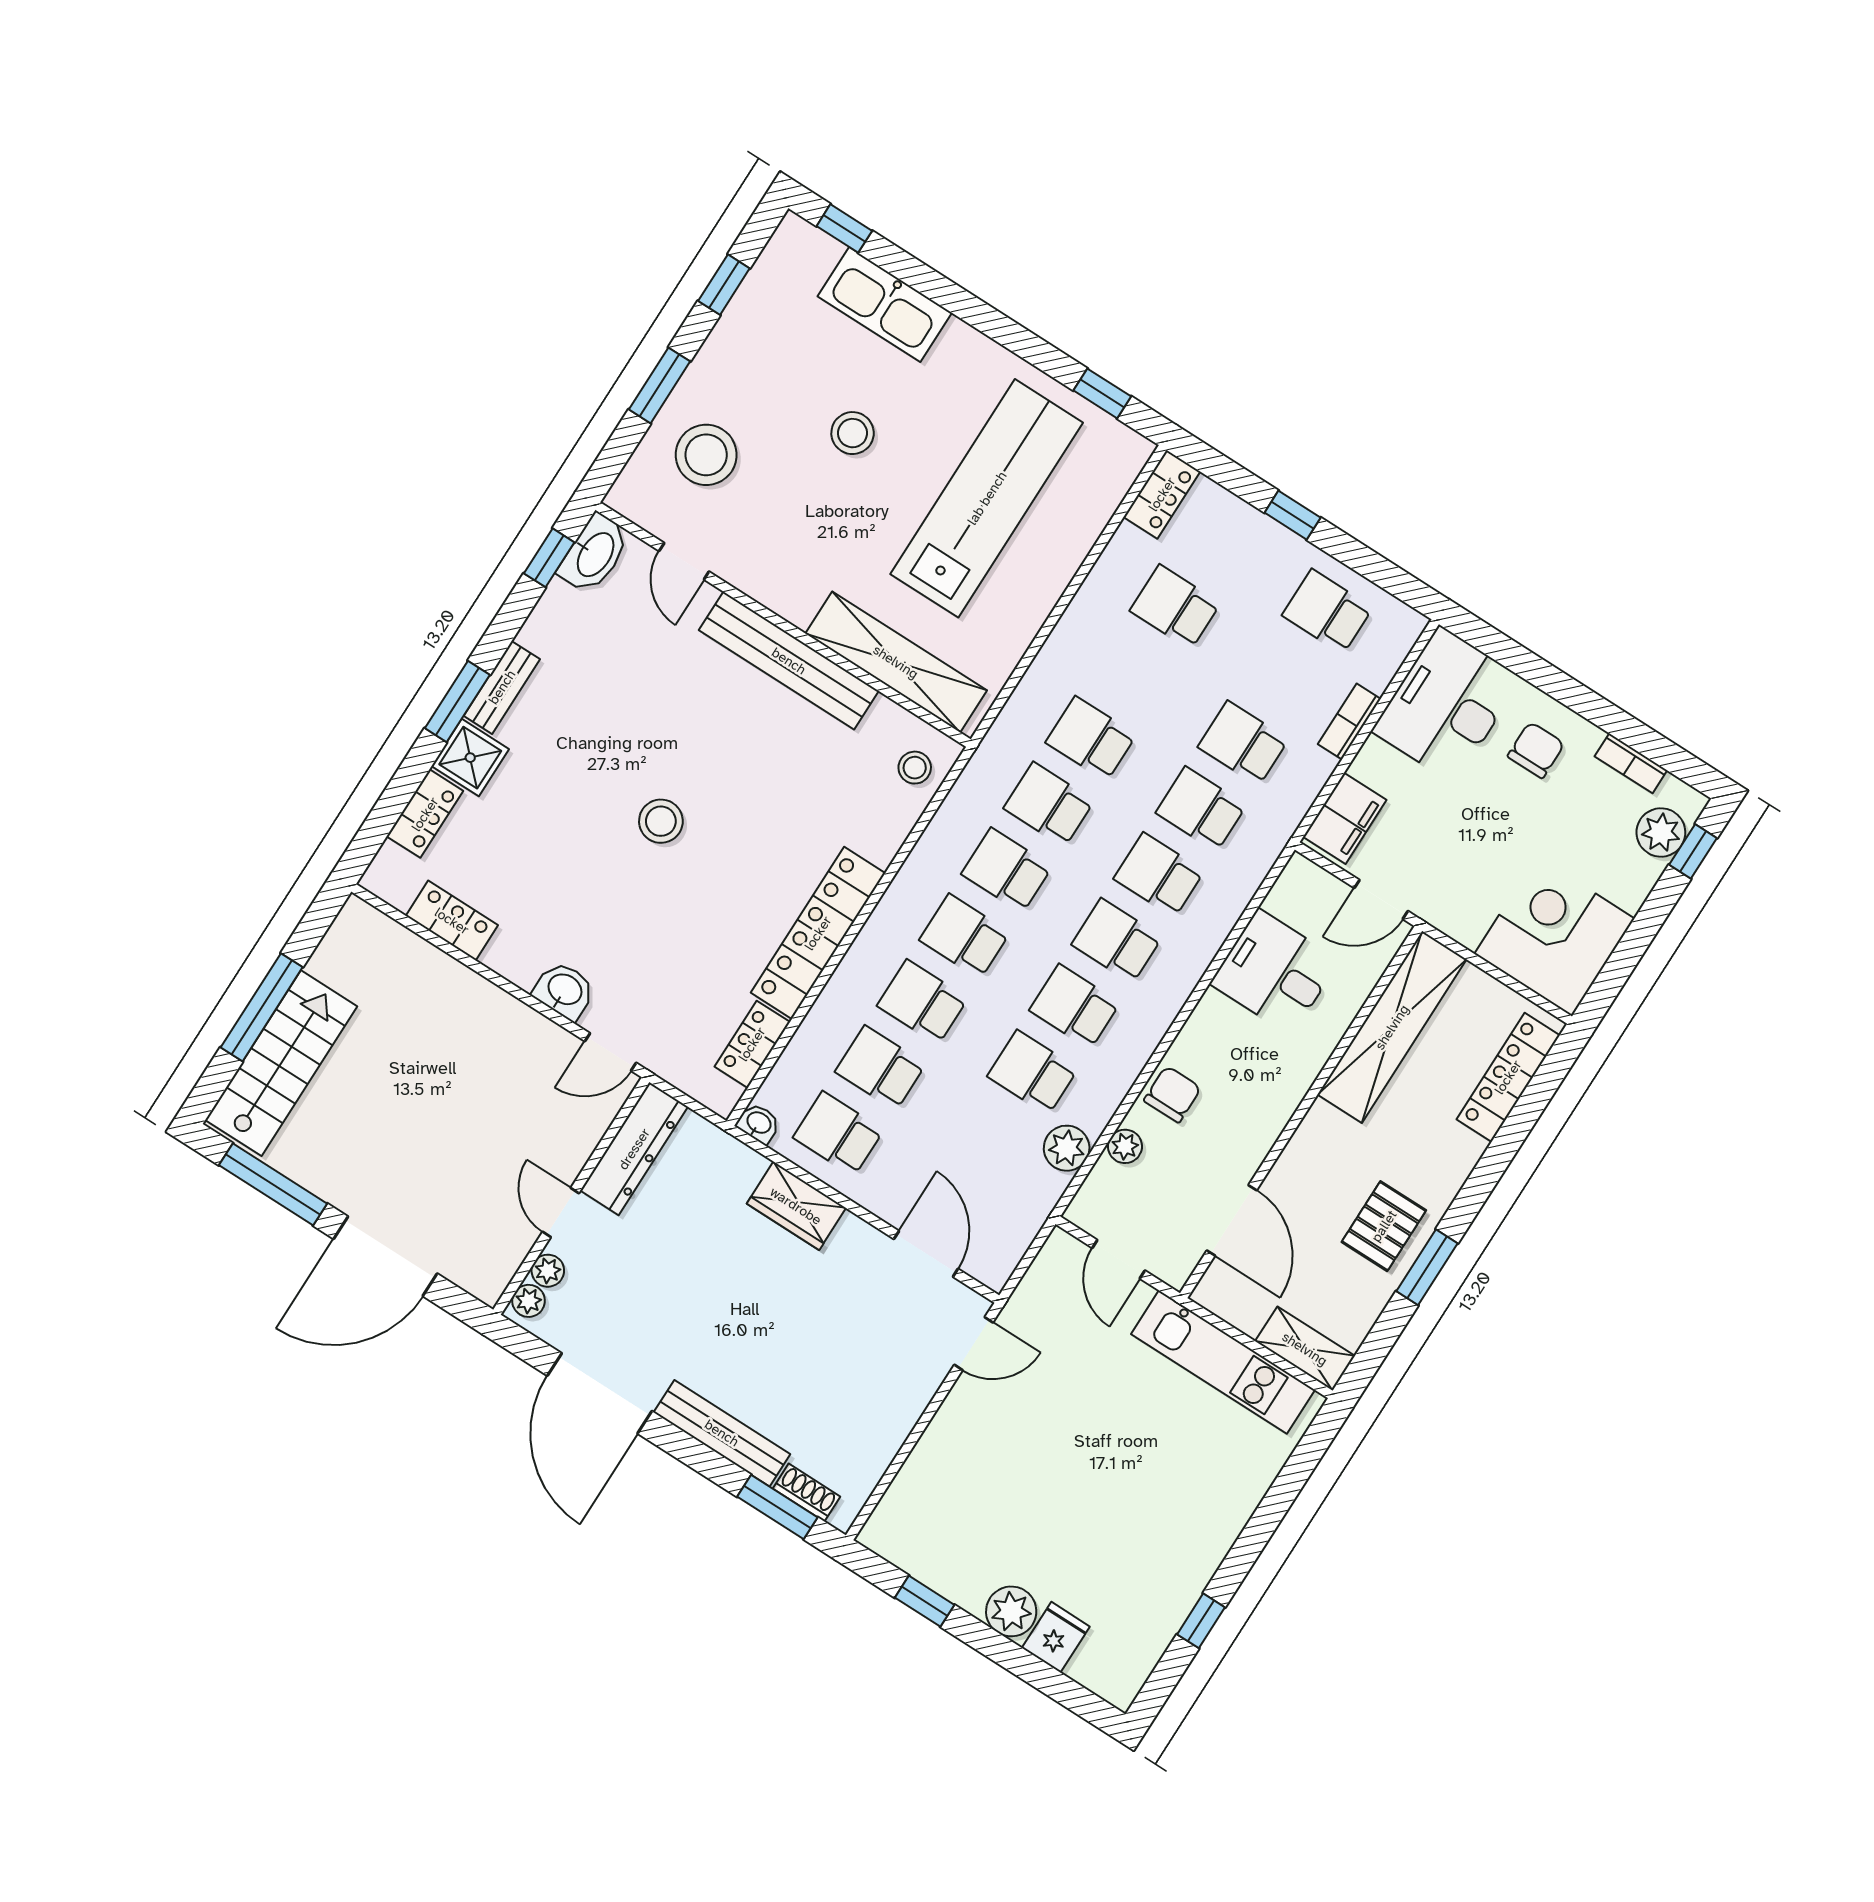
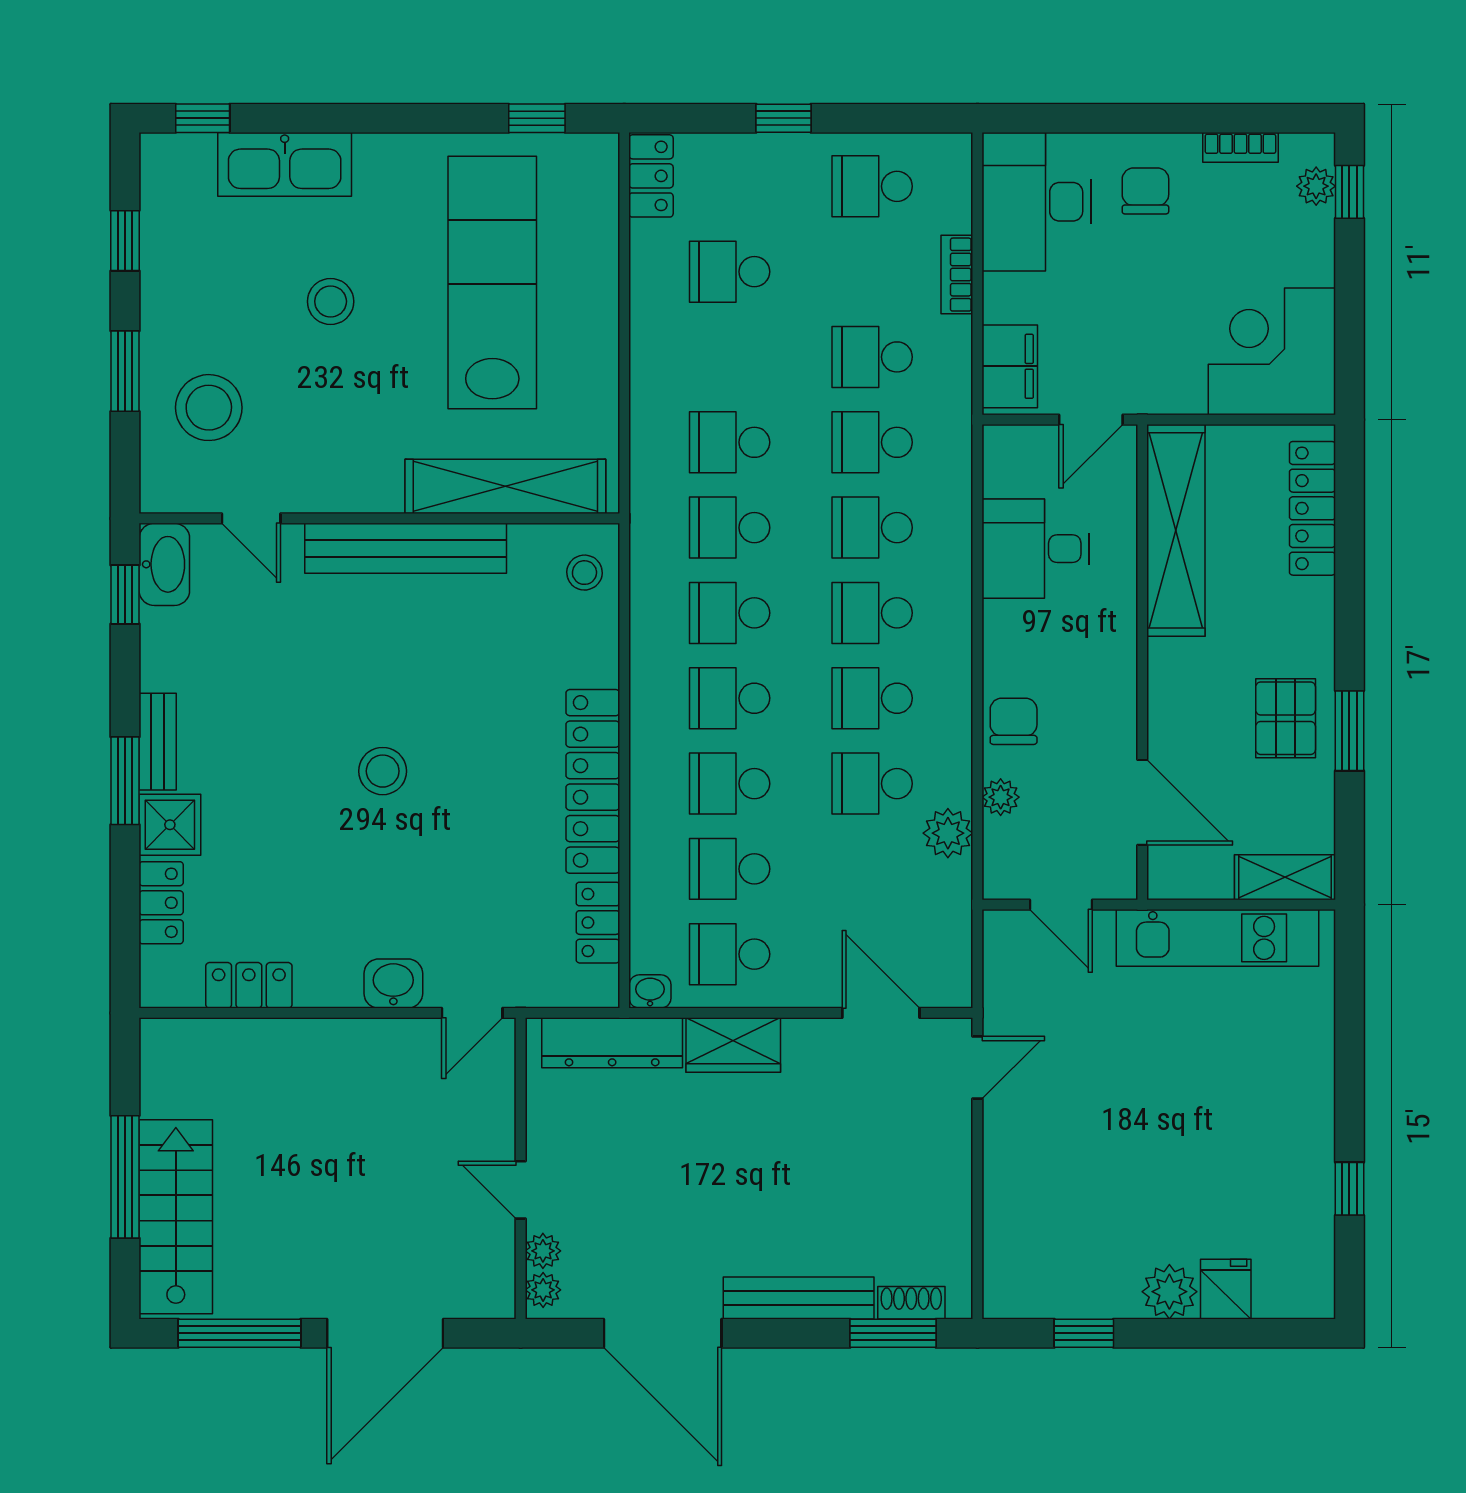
plant: (1661, 833) -> (1316, 186), width x0.73, depth x0.73
dresser: (634, 1149) -> (612, 1043), moved, turned 90

